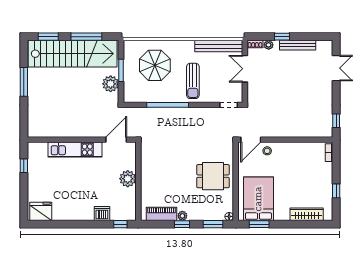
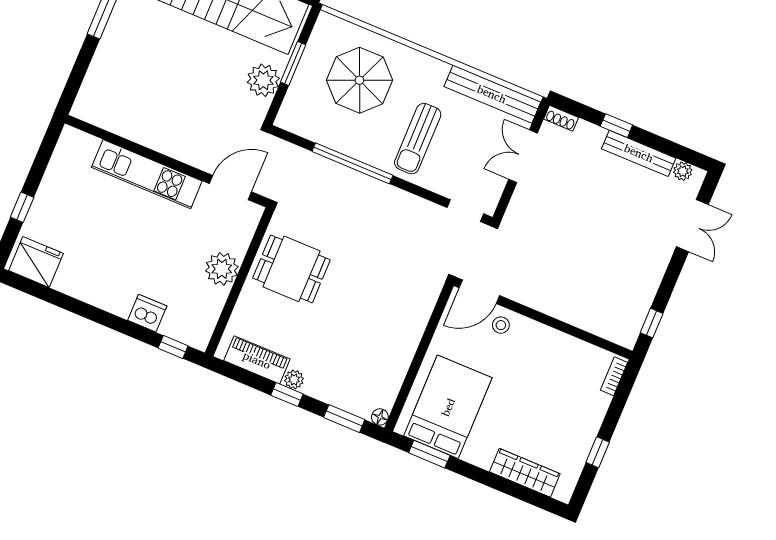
plant: (269, 45) -> (683, 171), moved
window: (24, 166) -> (22, 207), moved
dining table: (213, 176) -> (291, 269), moved

